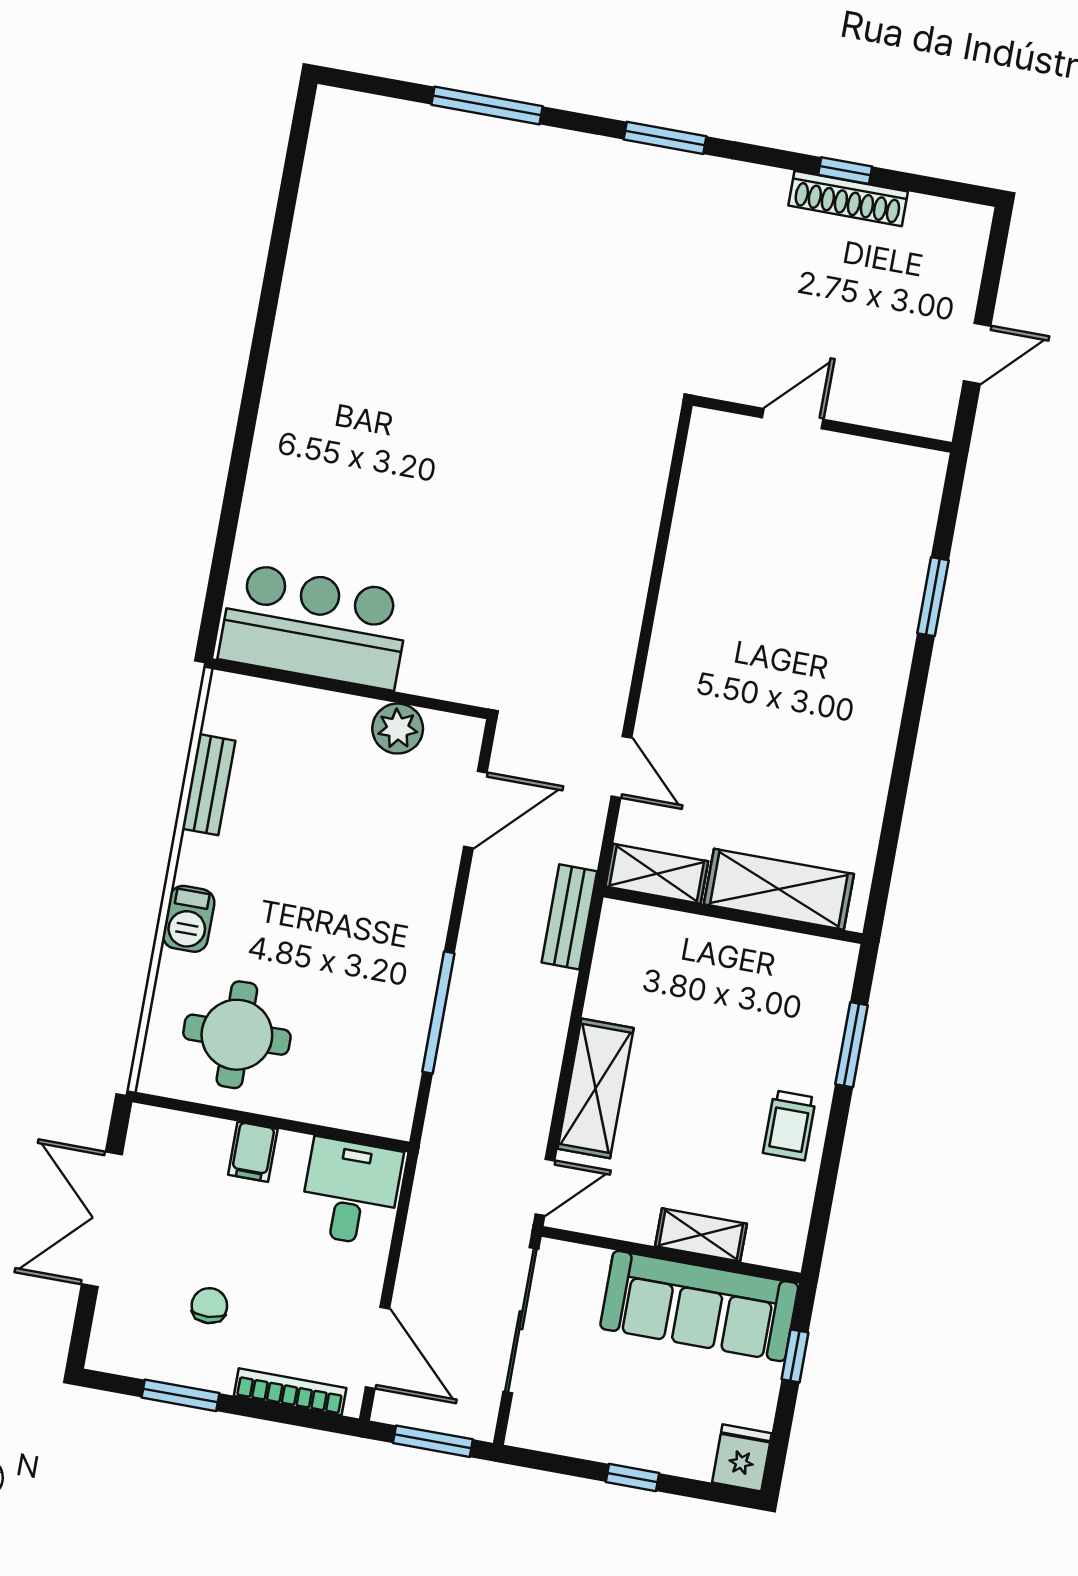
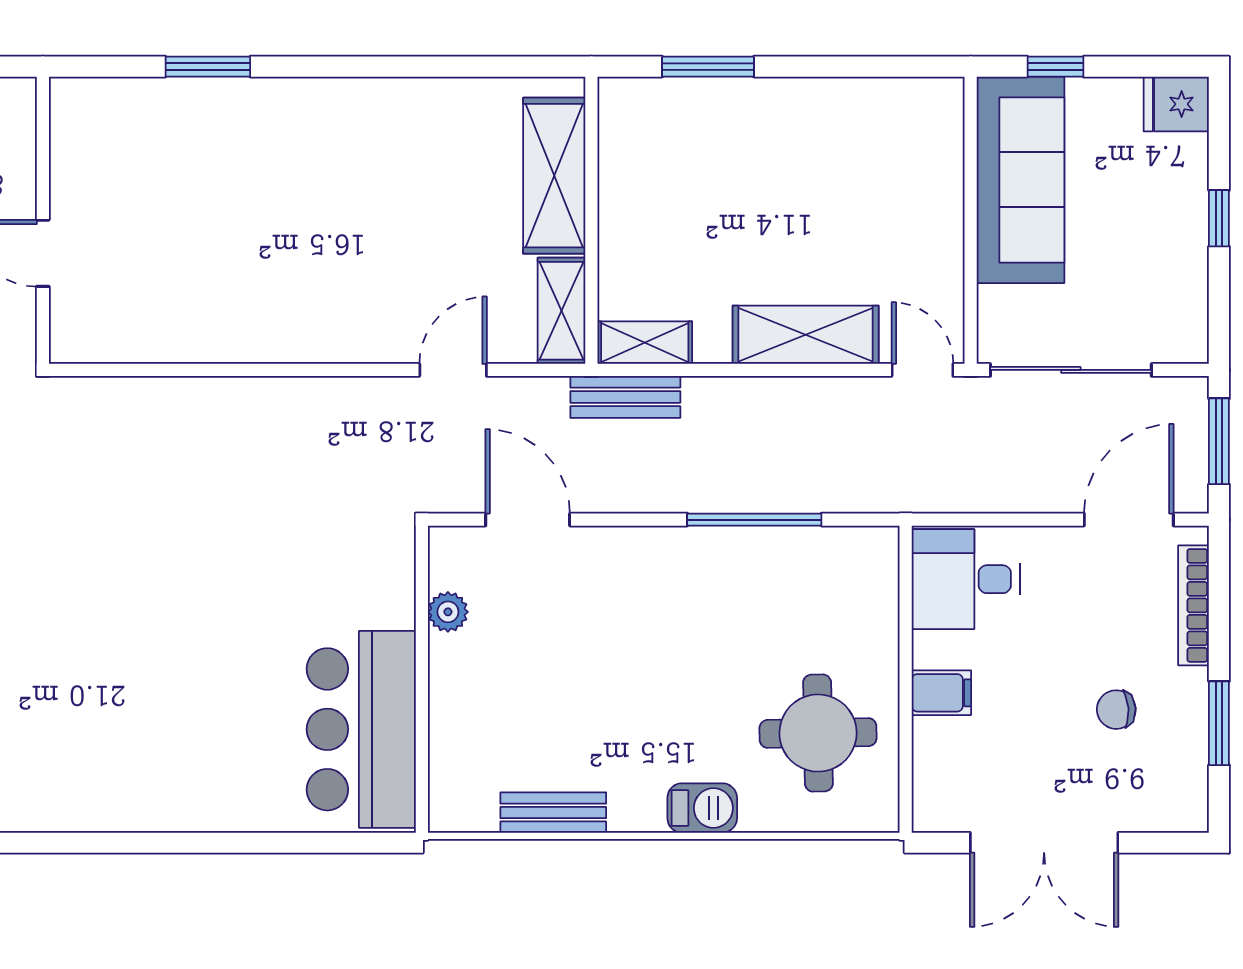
plant: (398, 729) -> (448, 612), width x0.73, depth x0.73
trolley: (790, 1125) -> (807, 118), removed
shelving: (701, 1235) -> (645, 343), moved, turned 90

